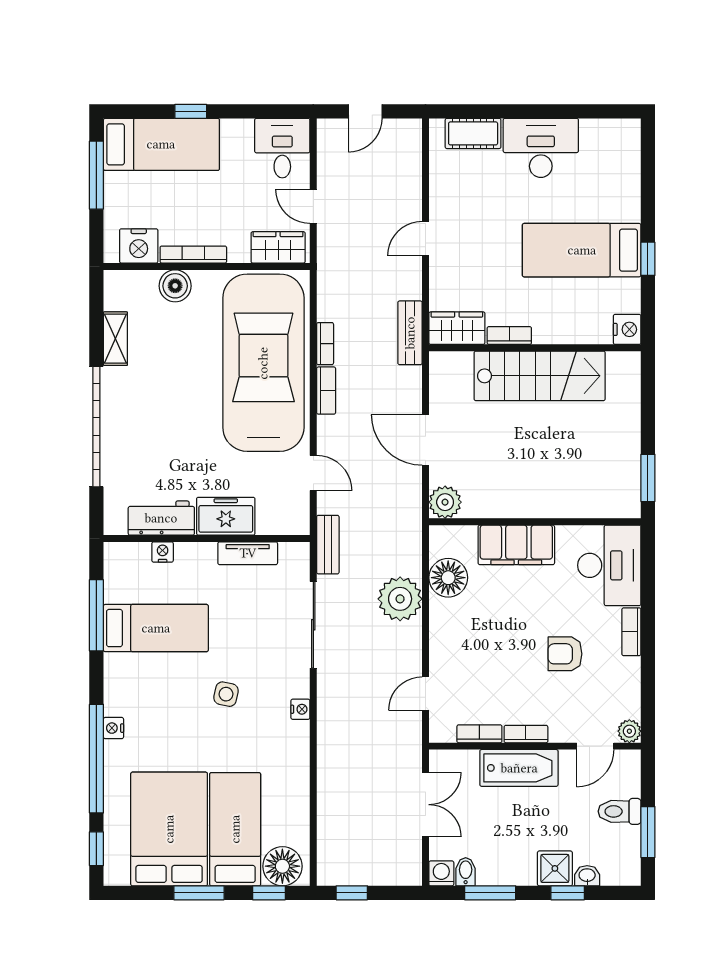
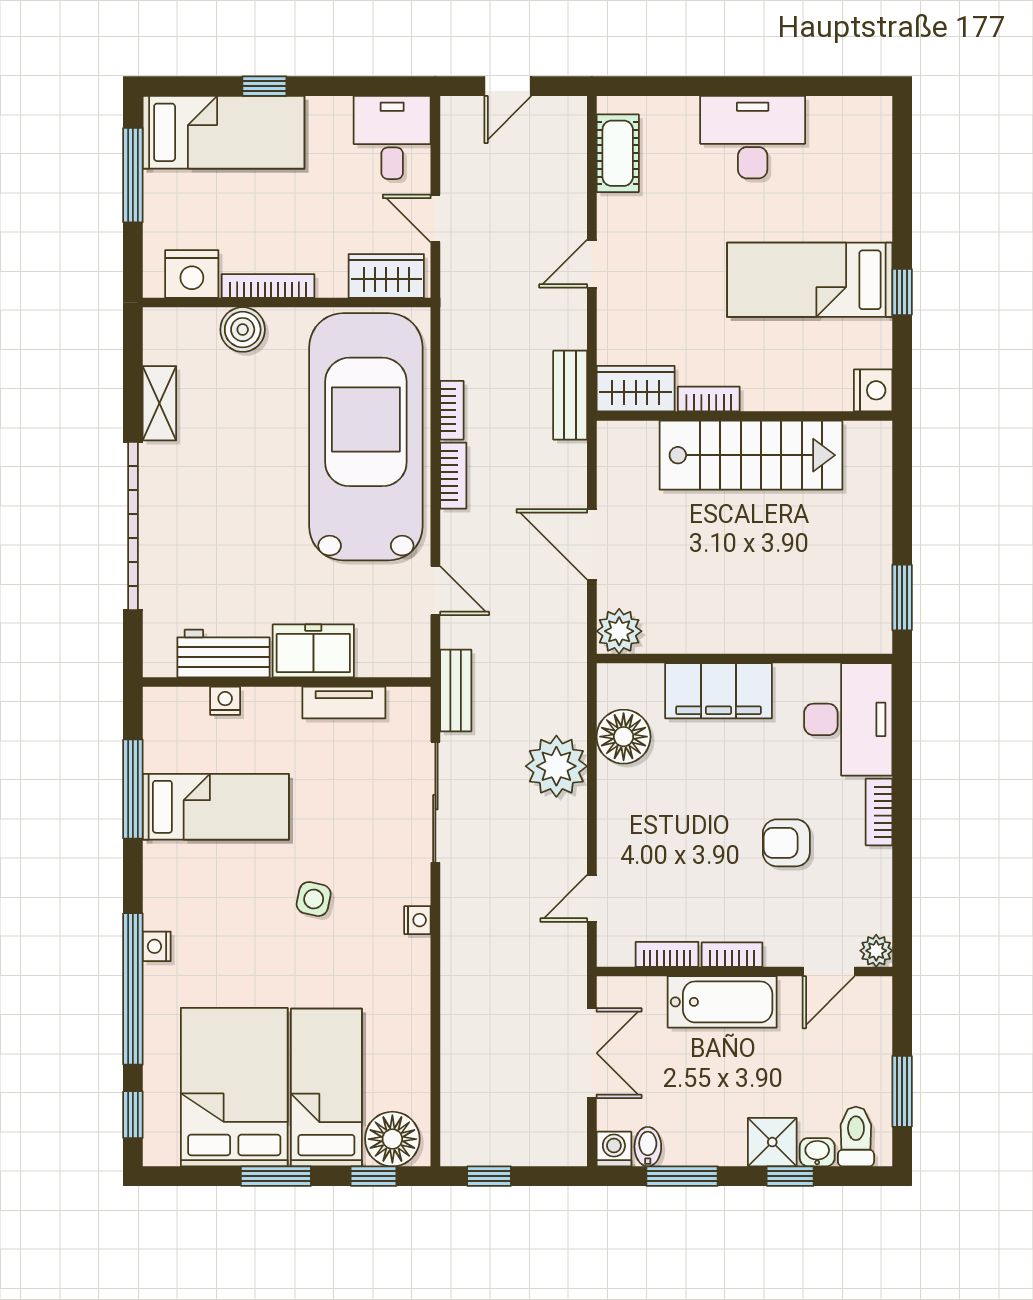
cot: (473, 133) -> (618, 153), moved, turned 90
toilet: (620, 811) -> (856, 1137), moved, turned 90

